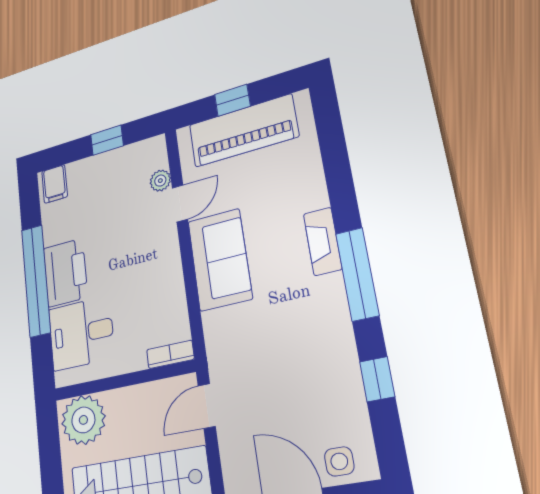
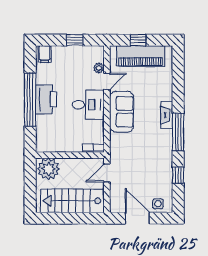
desk: (81, 333) -> (88, 105), moved, turned 180

